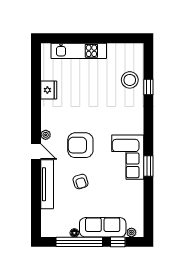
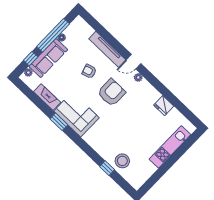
fireplace: (137, 196) -> (47, 97), added

